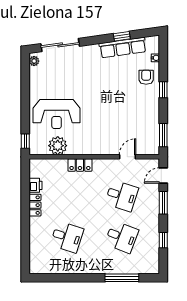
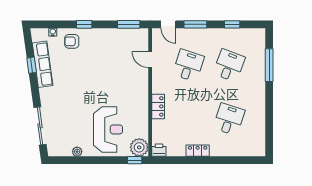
plant: (34, 61) -> (77, 152), moved
plant: (58, 146) -> (139, 147), moved
printer: (36, 185) -> (159, 150), moved

